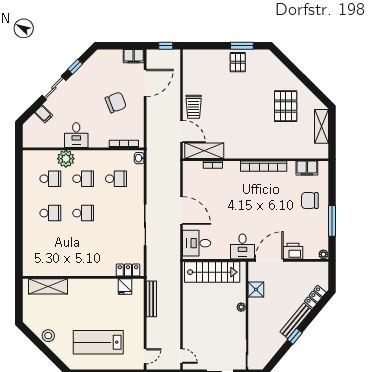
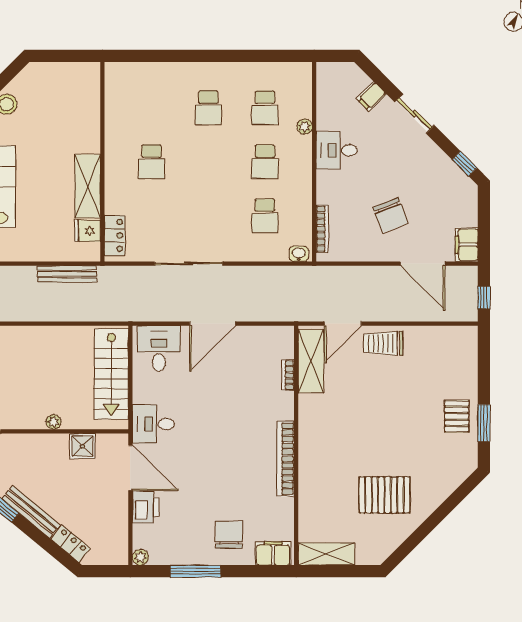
pallet: (238, 62) -> (457, 416), turned 90
window: (75, 67) -> (465, 164), moved
shelving: (321, 126) -> (326, 554), moved
plant: (66, 159) -> (305, 126), width x0.53, depth x0.53
filing cabinet: (307, 168) -> (273, 553), moved, turned 90
school desk: (83, 213) -> (152, 162), moved
shelving: (48, 286) -> (88, 186), moved

